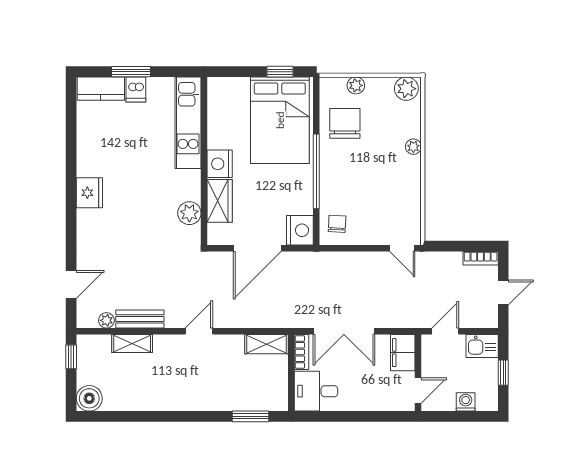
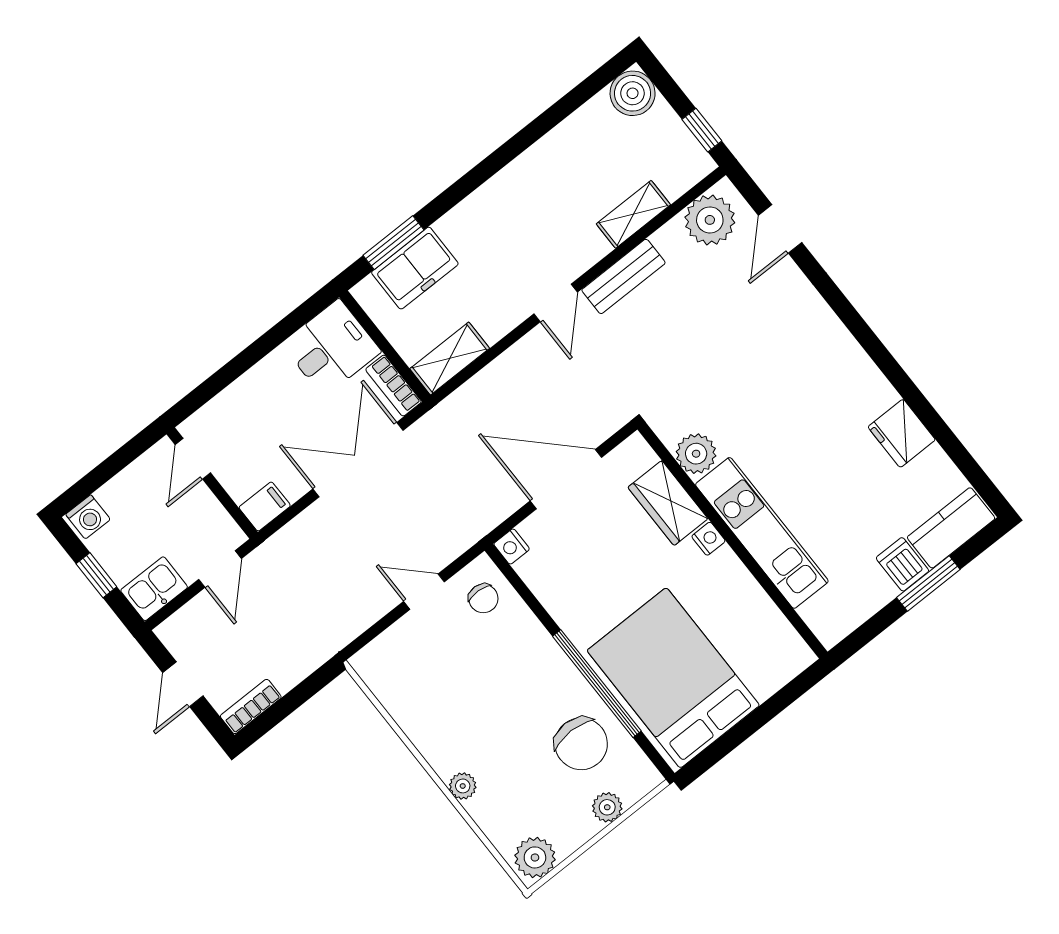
window: (280, 72) -> (725, 744), removed
kitchen unit: (188, 123) -> (762, 533), moved
nightstand: (220, 164) -> (708, 539), width x0.53, depth x0.56
window: (316, 171) -> (597, 684), moved
fridge: (89, 193) -> (902, 433), moved
nightstand: (300, 230) -> (512, 546), width x0.53, depth x0.56
door: (257, 248) -> (566, 479), hinge flipped
door: (402, 248) -> (424, 592), moved
bench: (140, 319) -> (623, 276), moved
plant: (106, 320) -> (710, 220), width x1.88, depth x1.88
filing cabinet: (403, 353) -> (265, 506), width x0.50
freezer: (250, 397) -> (415, 268), added
washing machine: (466, 402) -> (88, 517), moved

